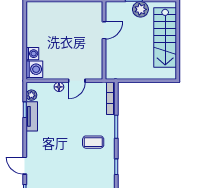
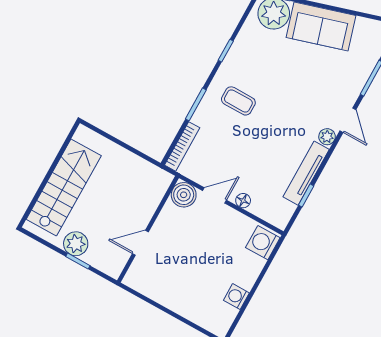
washing machine: (32, 54) -> (236, 297), moved
boiler: (95, 71) -> (184, 195), added
plant: (31, 95) -> (327, 137), moved
tv unit: (32, 116) -> (306, 173), width x1.41

